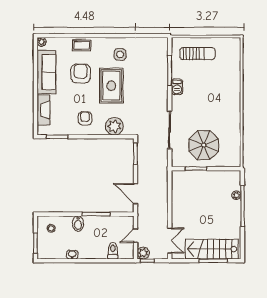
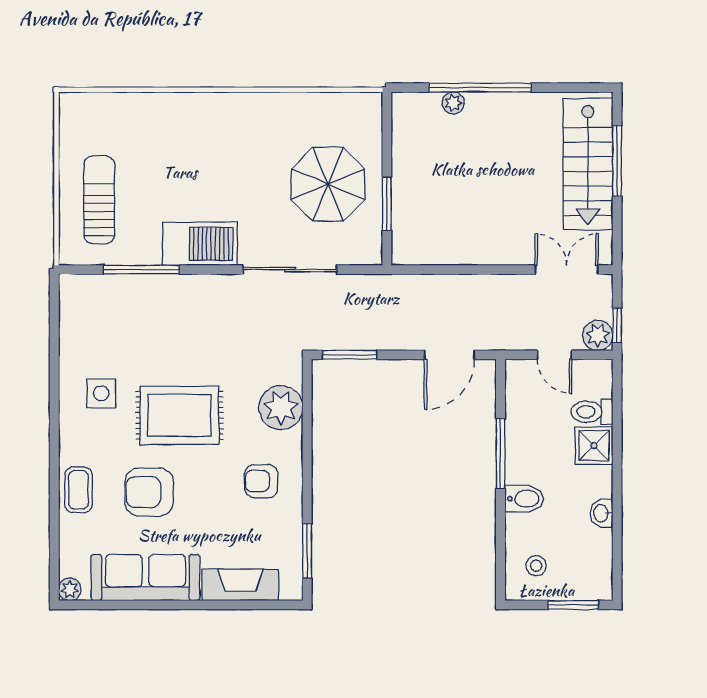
barbecue: (177, 87) -> (200, 244), width x1.88, depth x1.53
shower: (99, 251) -> (594, 446), added

